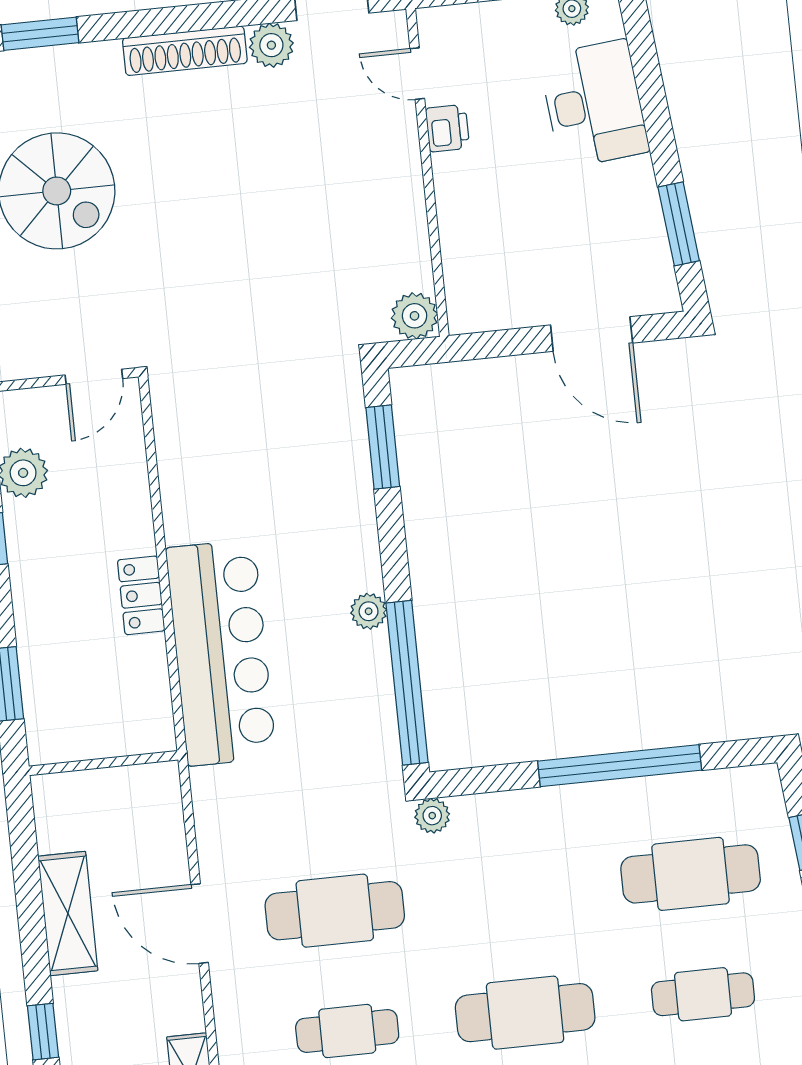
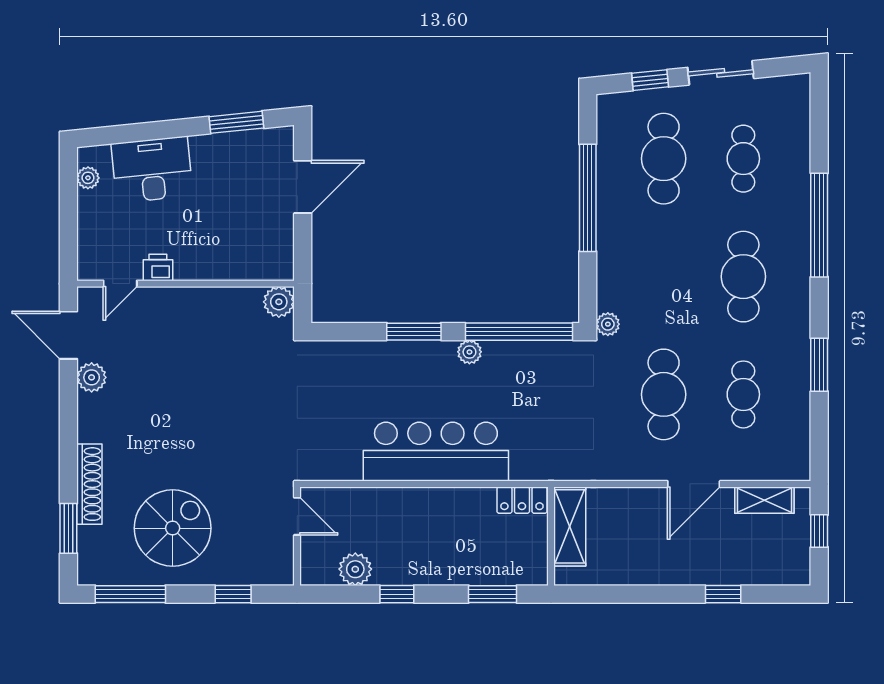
shoe rack: (185, 51) -> (89, 484), moved
window: (383, 447) -> (414, 332), moved
locker: (141, 595) -> (522, 500), moved
bar counter: (221, 653) -> (436, 452), moved
shelving: (68, 913) -> (570, 526), moved, turned 90
door: (200, 924) -> (694, 484), moved

